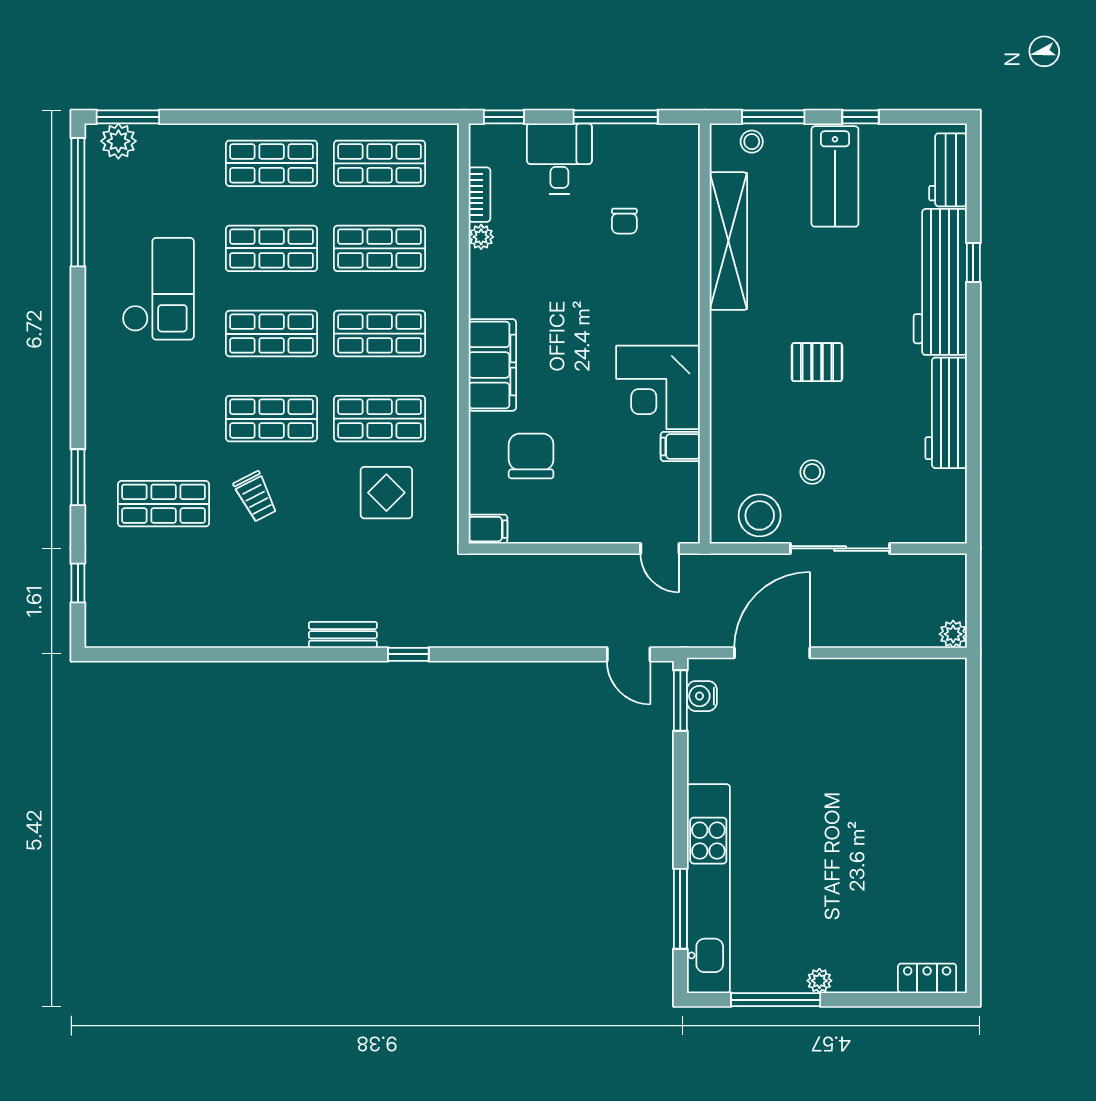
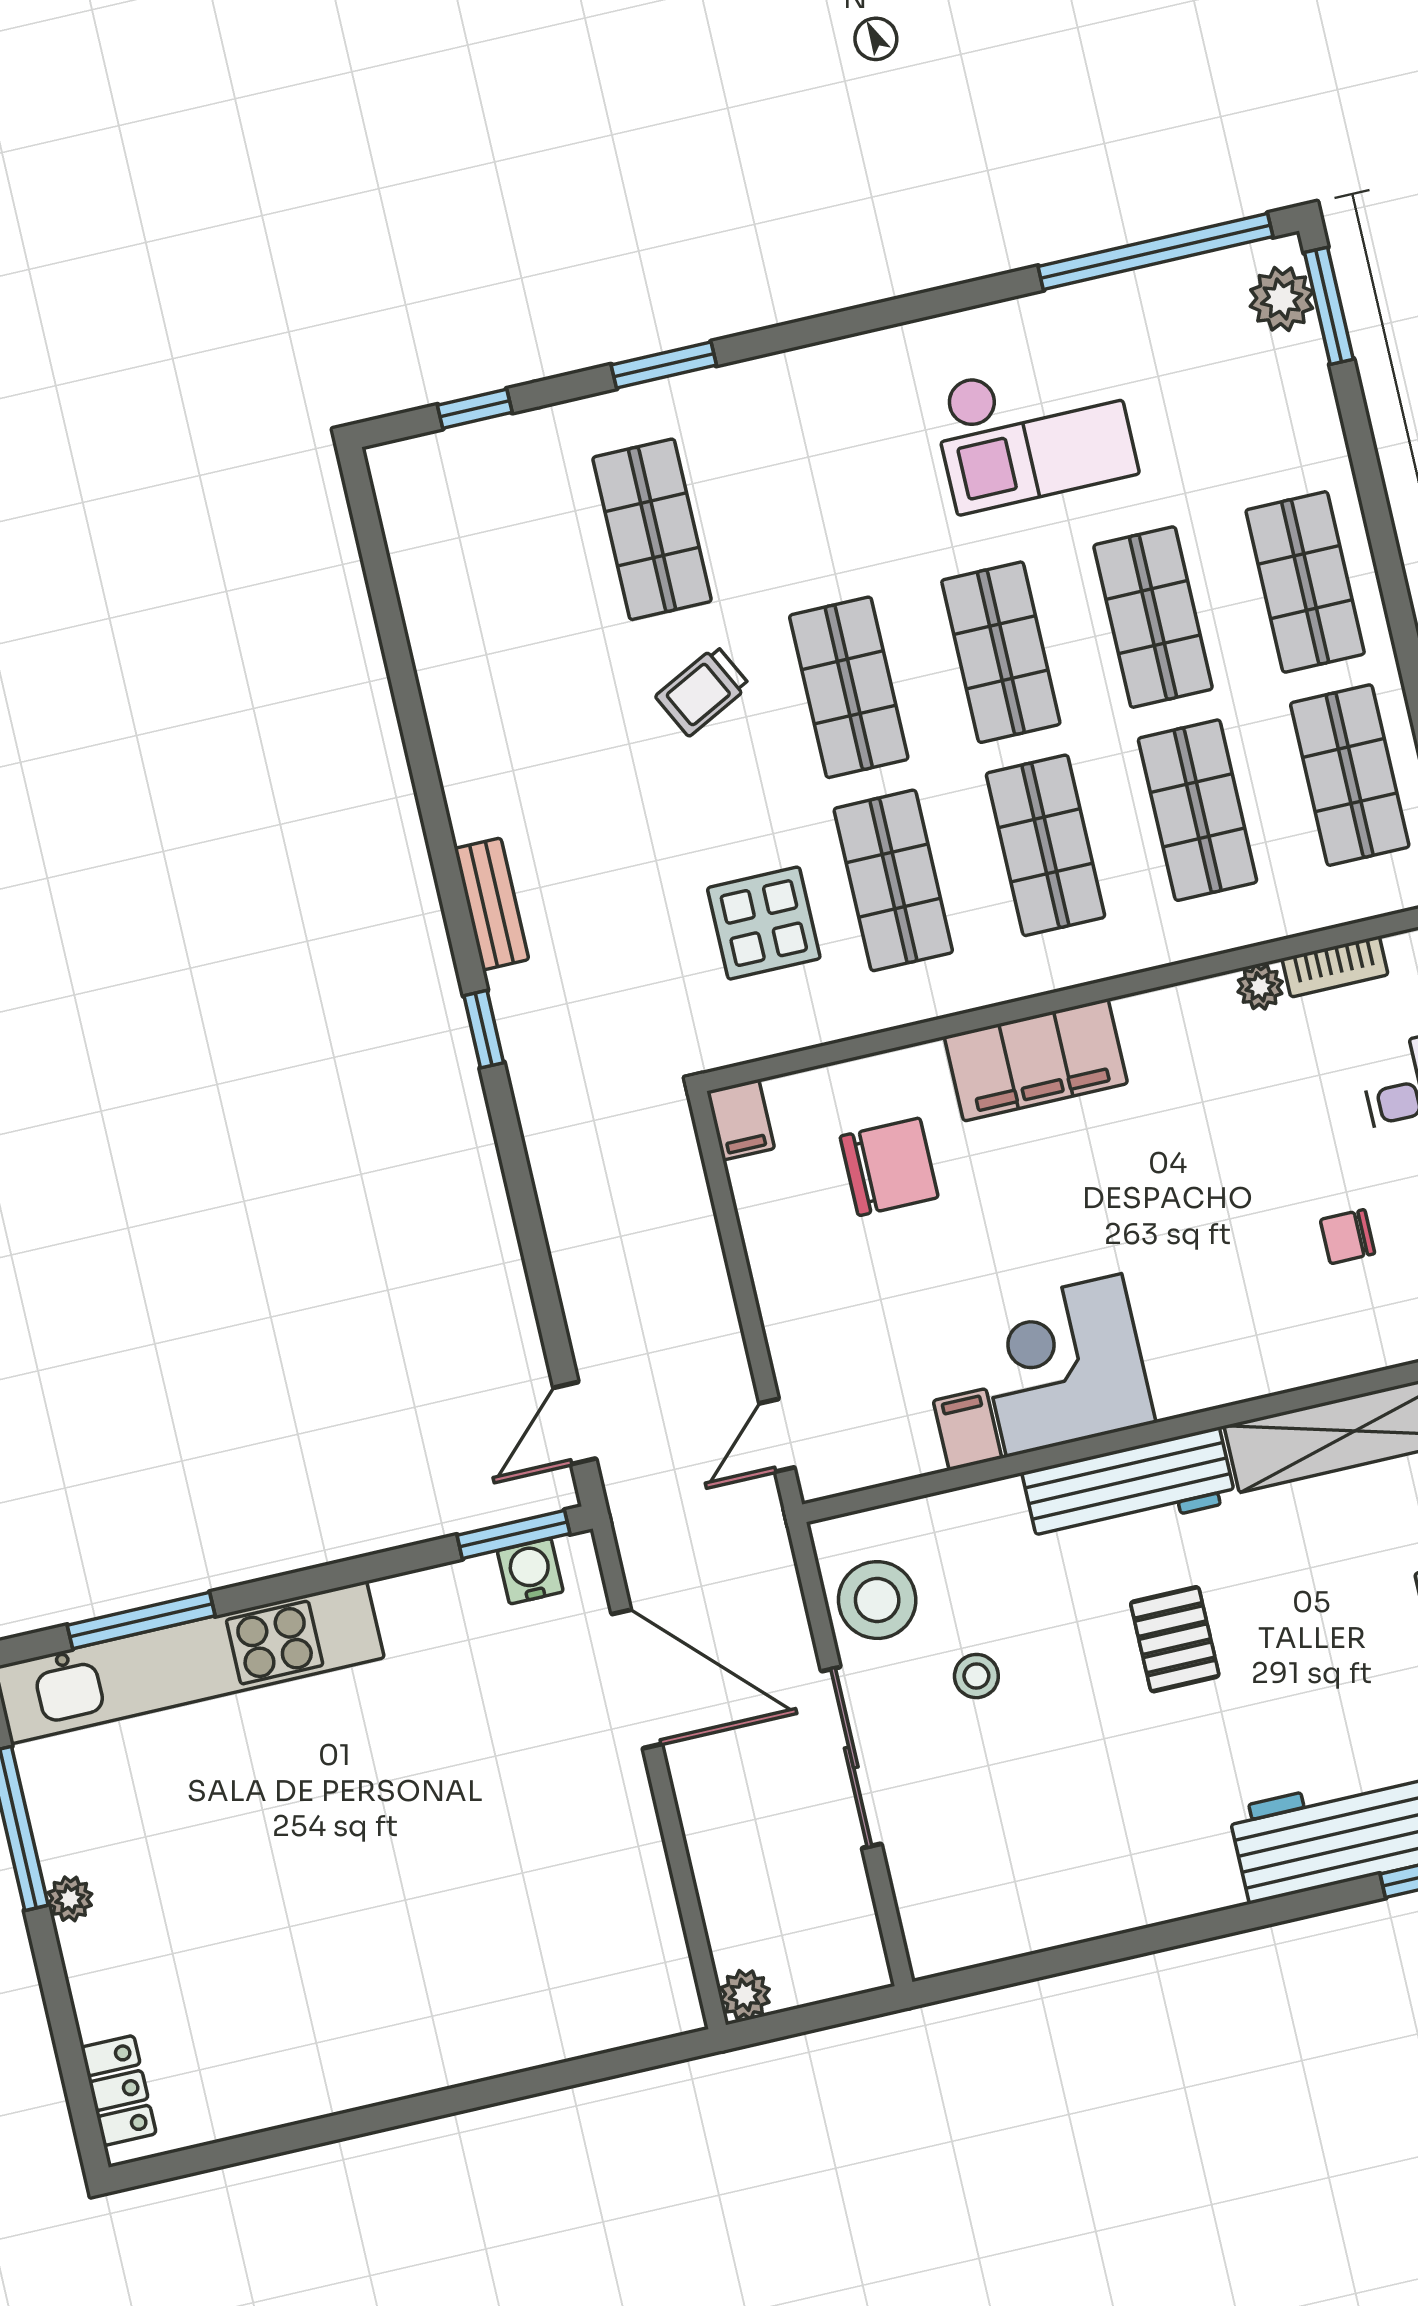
workbench: (946, 413) -> (1129, 1487), moved, turned 180

